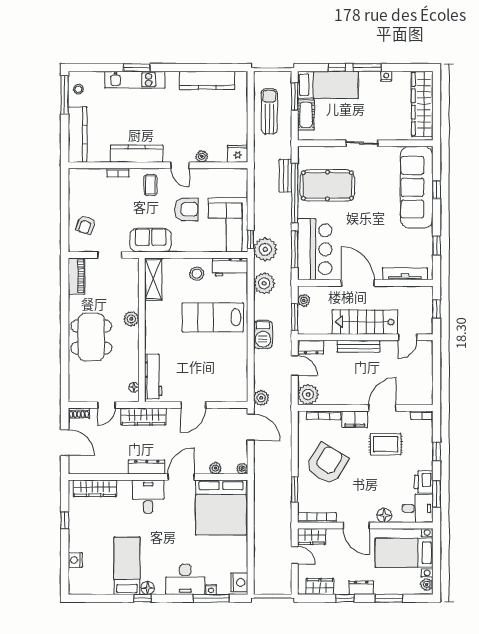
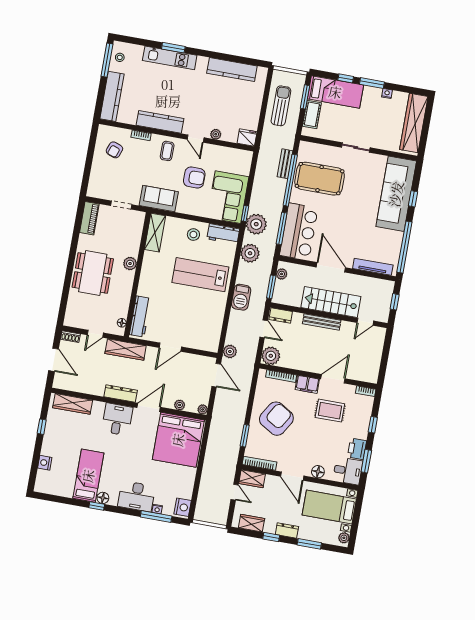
armchair: (85, 225) -> (114, 150), moved
window: (437, 245) -> (404, 247), width x3.17

